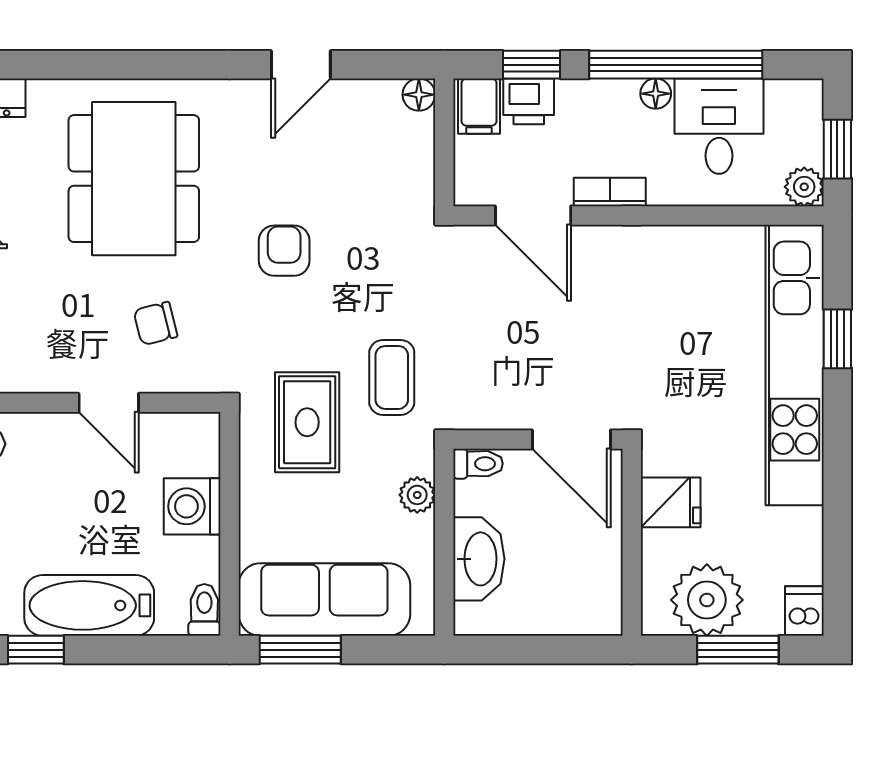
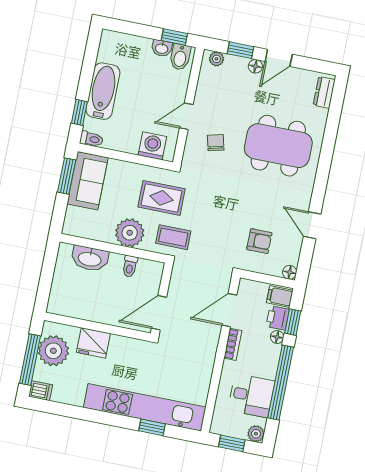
floor lamp: (656, 94) -> (277, 337), moved
plant: (804, 187) -> (256, 434), moved
armchair: (284, 251) -> (259, 241), moved
wall: (538, 439) -> (162, 299), moved
door: (571, 439) -> (159, 313), moved
plant: (417, 495) -> (130, 233), width x1.88, depth x1.88
fridge: (671, 502) -> (93, 343), width x1.38
washing machine: (192, 506) -> (152, 146), moved
sofa: (324, 600) -> (88, 181), width x0.73
window: (36, 650) -> (79, 112), moved
window: (738, 650) -> (30, 360), width x1.44

